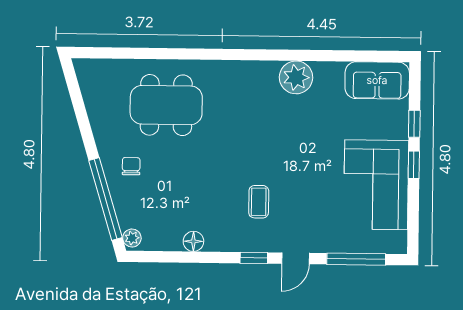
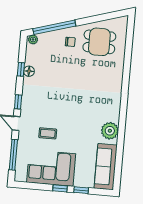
sofa: (377, 80) -> (106, 167), width x1.36
dining table: (166, 105) -> (99, 42), moved, width x0.73
coffee table: (259, 202) -> (48, 133), moved
window: (191, 257) -> (21, 69), added

